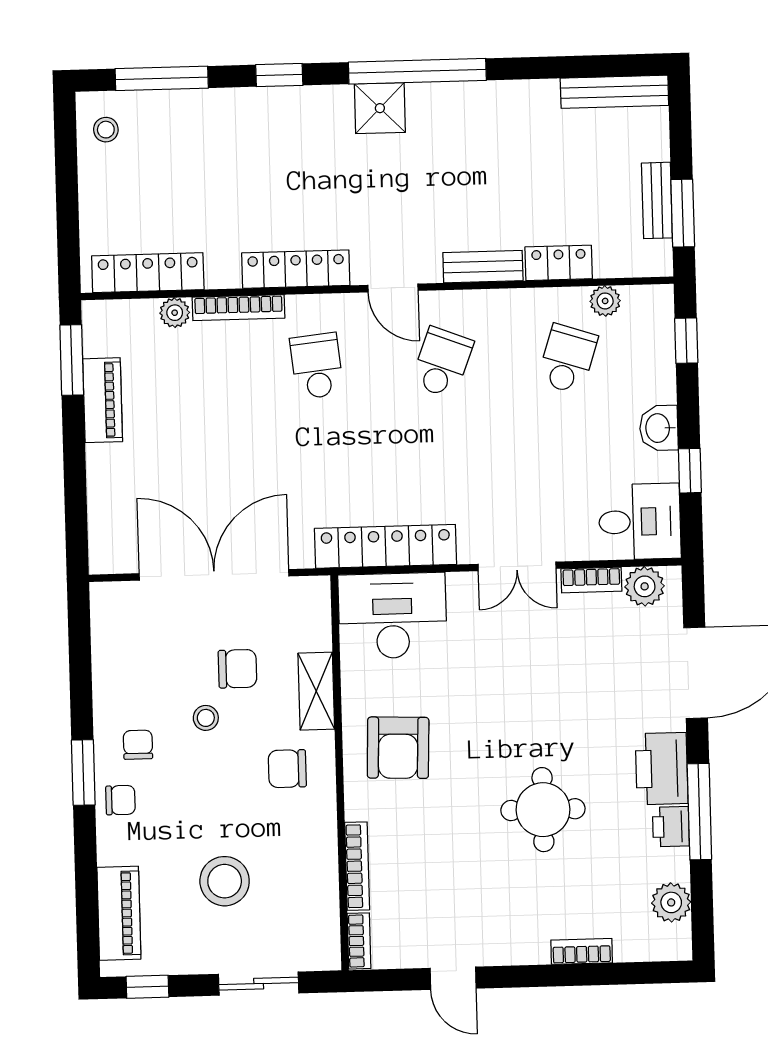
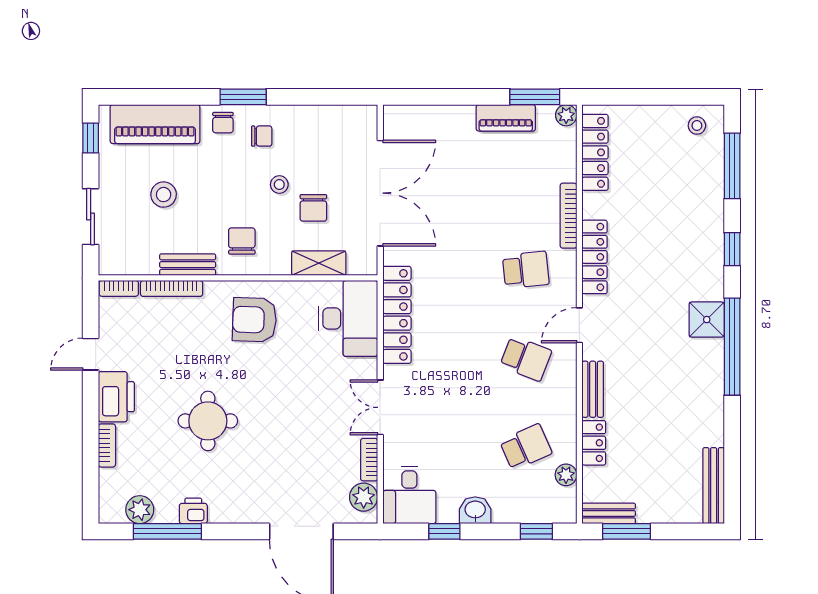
bench: (657, 200) -> (609, 513), moved
plant: (175, 313) -> (566, 115), moved
school desk: (567, 359) -> (526, 447), turned -42
shelving: (316, 691) -> (319, 263), moved
printer: (662, 769) -> (116, 397), moved, turned 90
window: (699, 812) -> (167, 531), moved
bench: (323, 844) -> (188, 265), added
stool: (225, 881) -> (164, 195), width x0.73, depth x0.73
piano: (119, 913) -> (155, 124), width x1.37, depth x1.33

